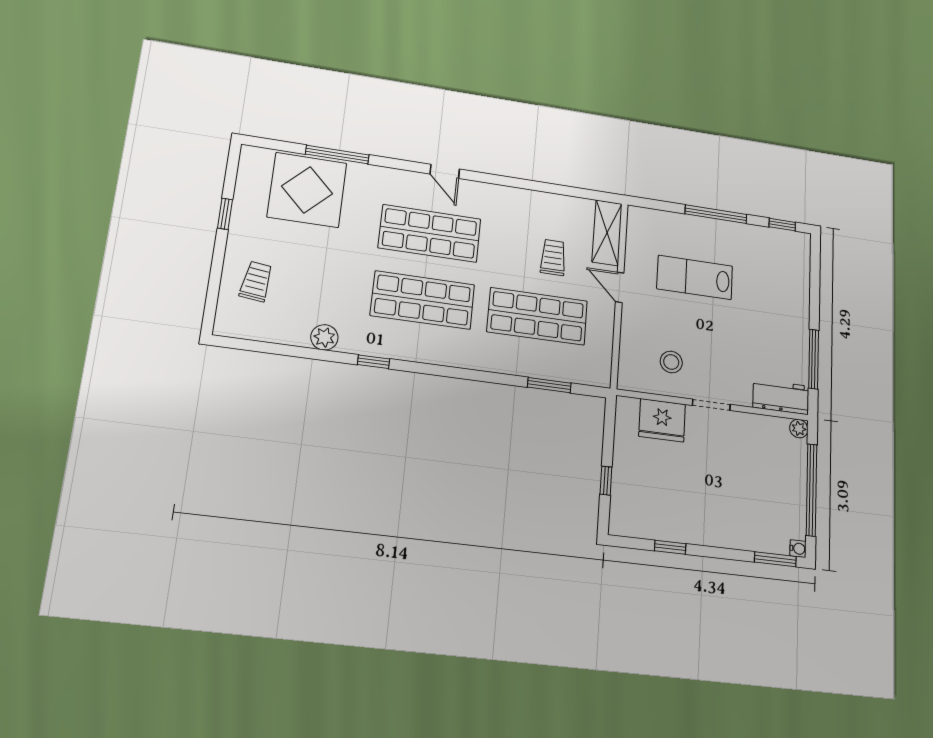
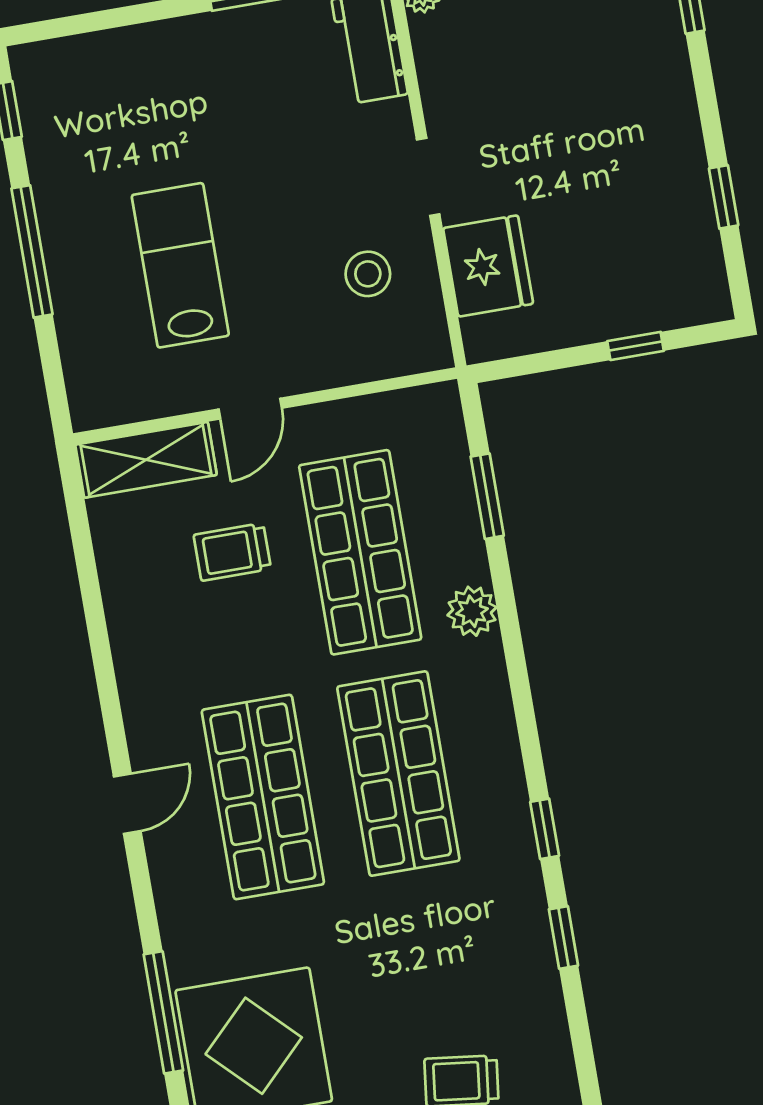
lab bench: (695, 277) -> (180, 265), turned 180
plant: (324, 337) -> (472, 611), moved
window: (314, 354) -> (563, 937), added

